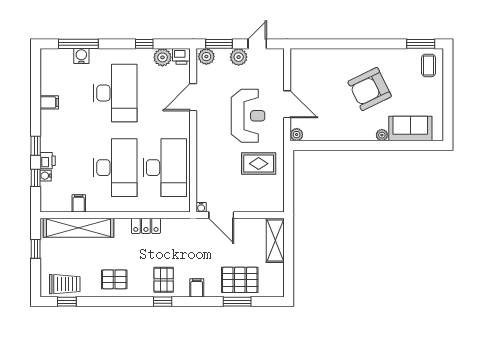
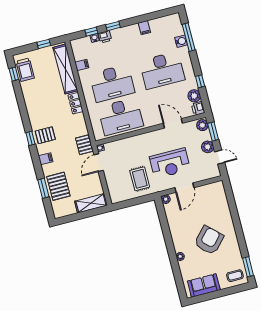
armchair: (370, 89) -> (209, 240), turned 69
sofa: (410, 129) -> (204, 285), moved, turned -90
locker: (146, 226) -> (76, 103), moved
pallet: (114, 279) -> (84, 145), moved

